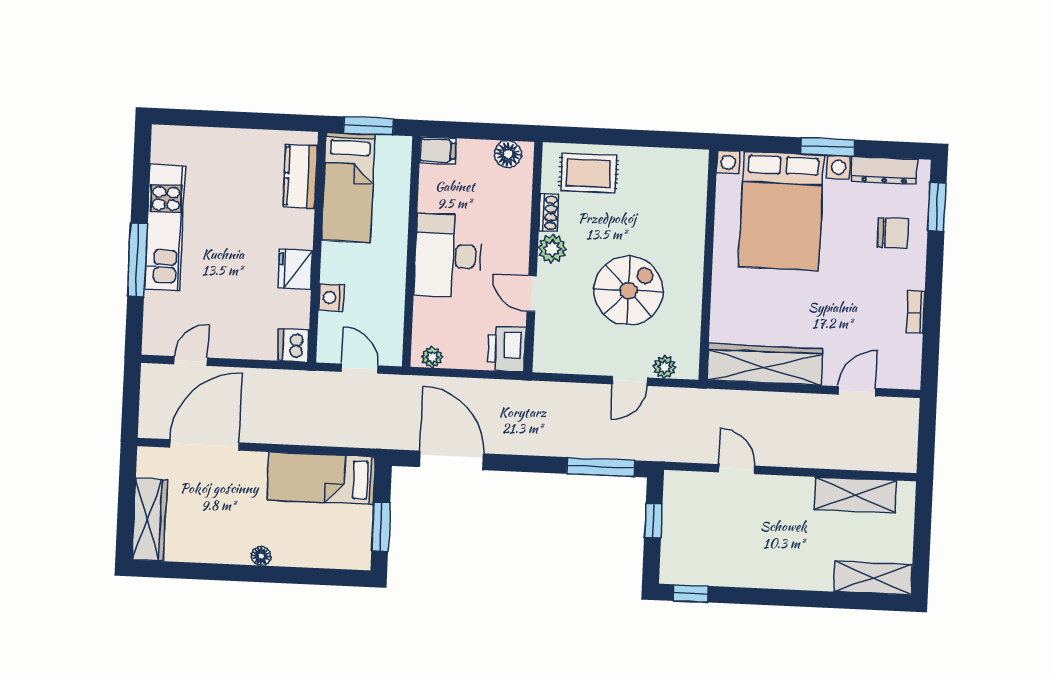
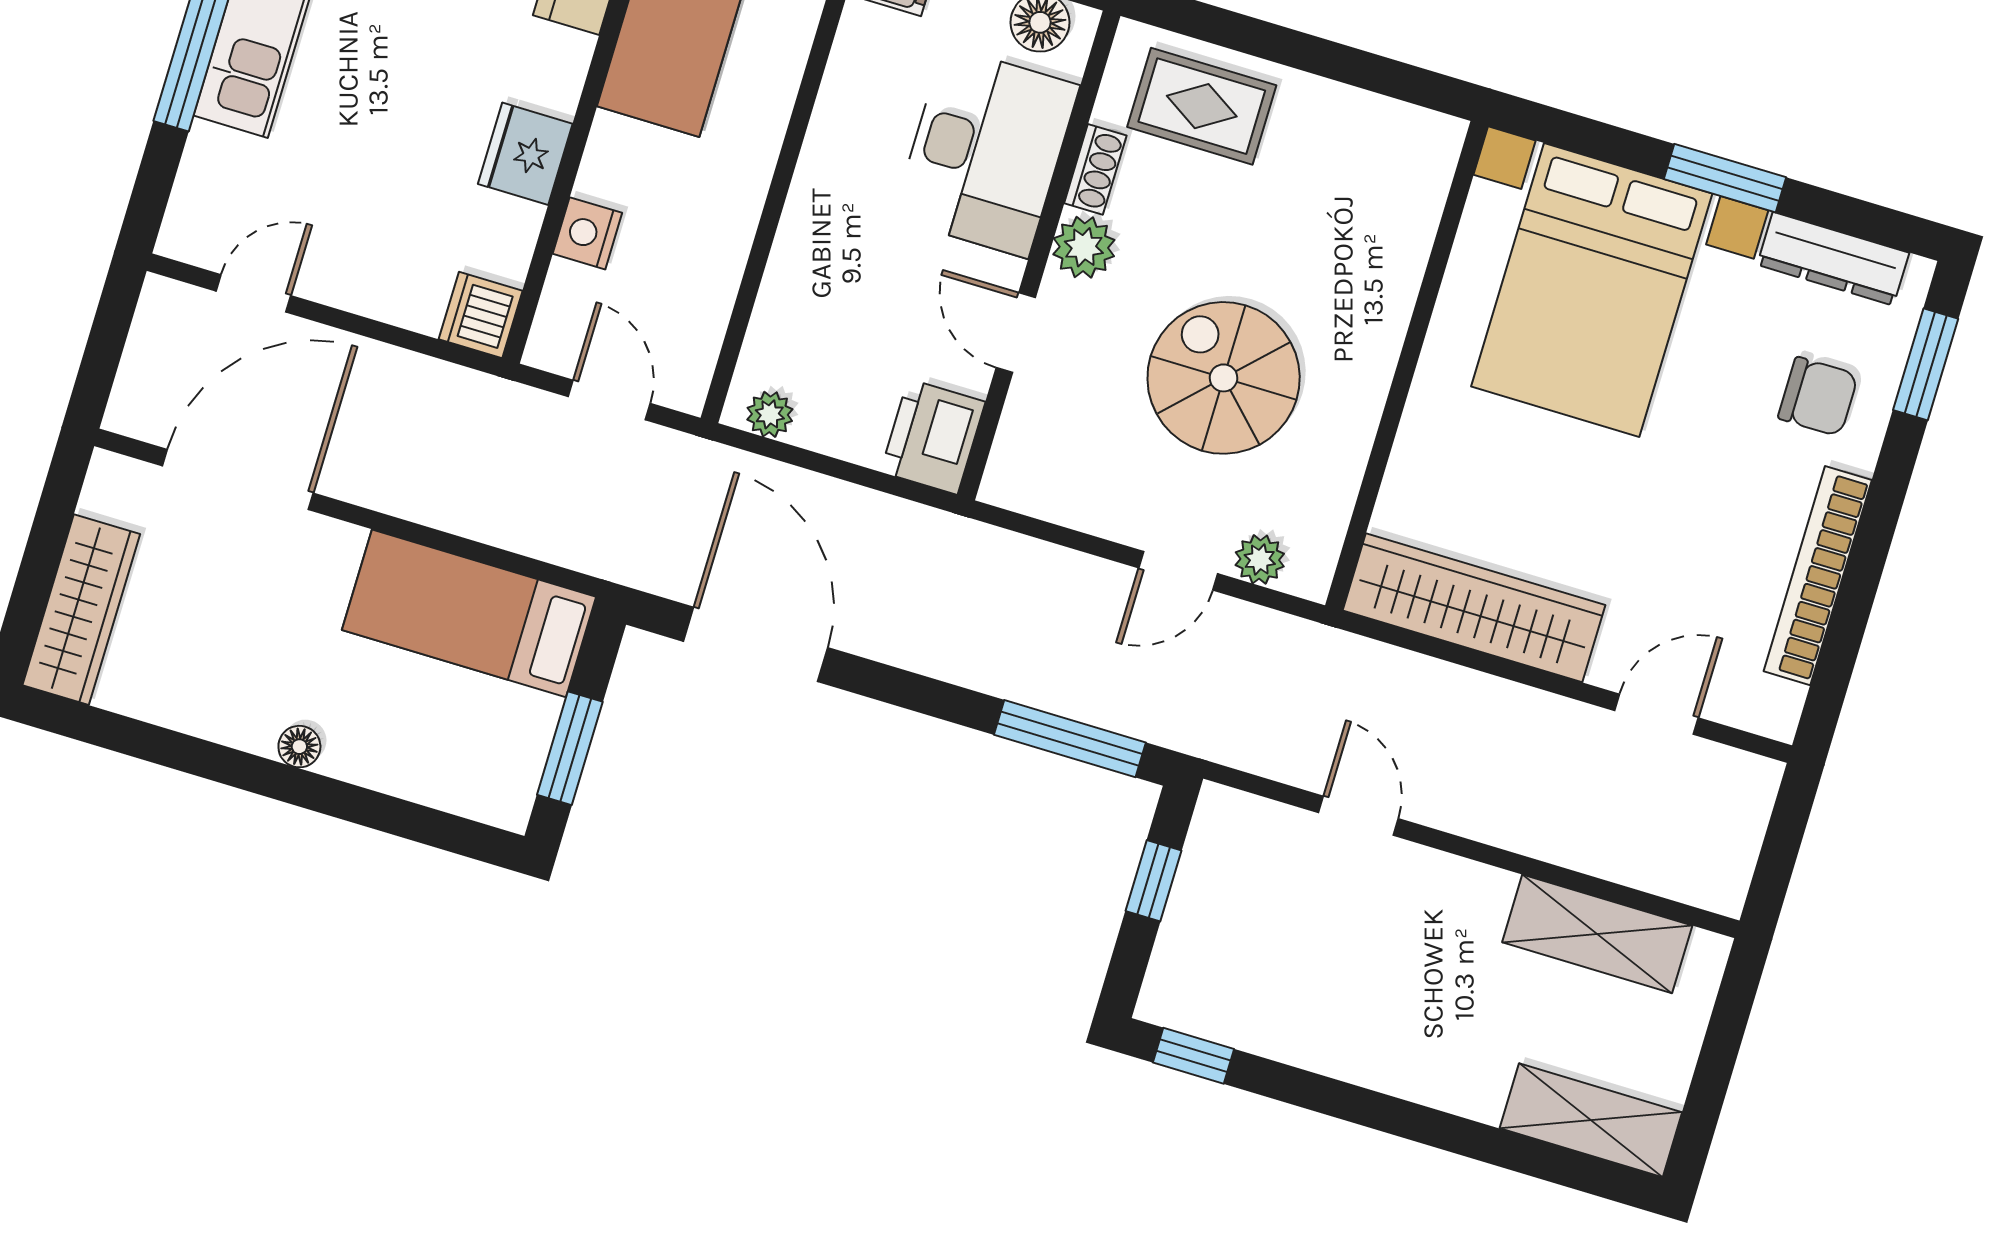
desk: (448, 256) -> (986, 152), moved, turned 180
spiral stairs: (628, 291) -> (1224, 378), turned -90
bookcase: (915, 312) -> (1818, 576), width x2.31, depth x1.31

